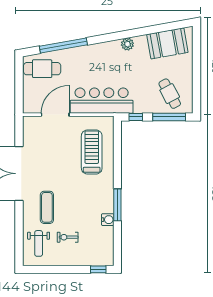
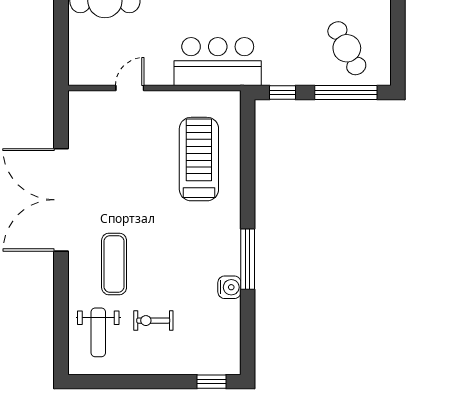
bar counter: (102, 101) -> (218, 62), width x0.73
door: (55, 115) -> (130, 88), width x0.53

